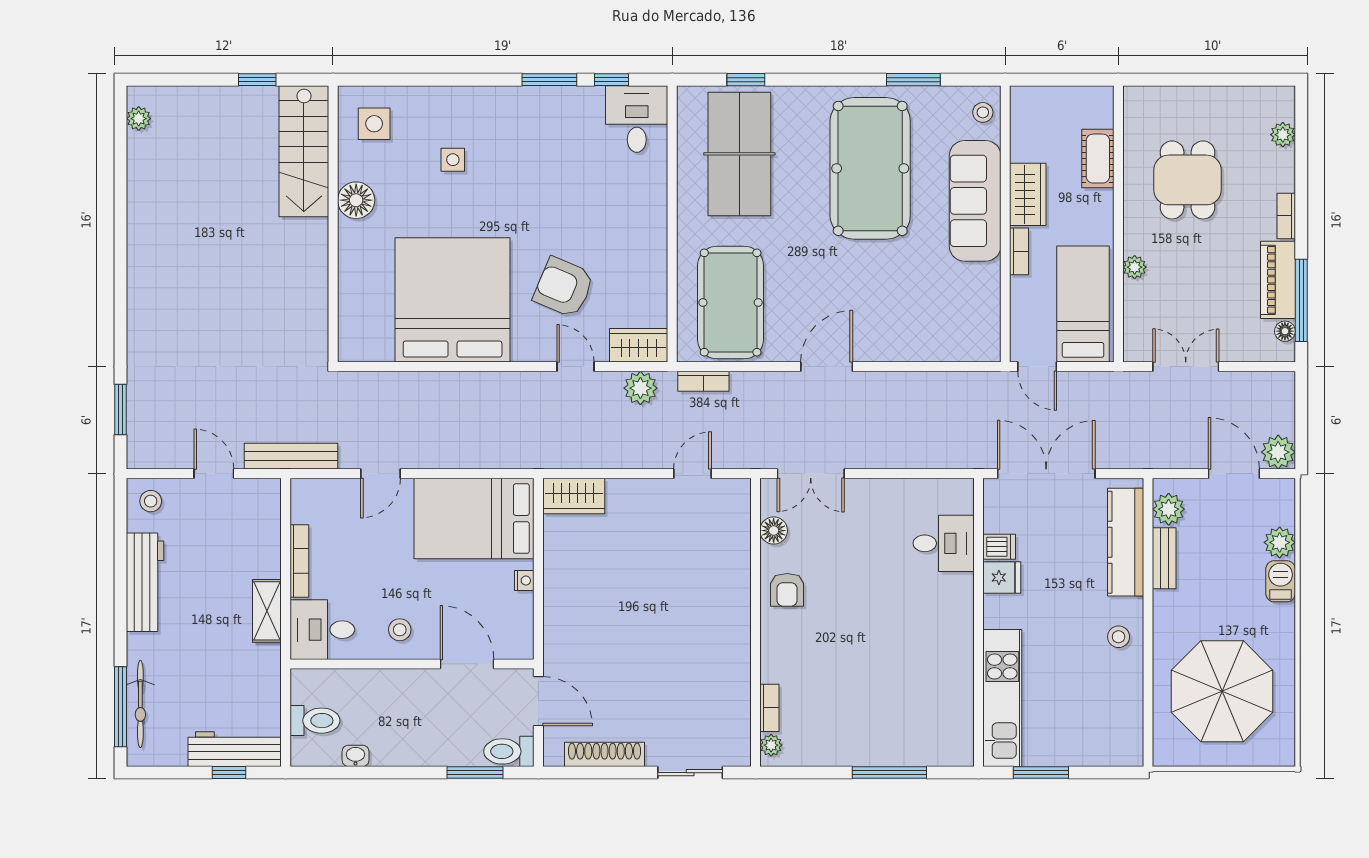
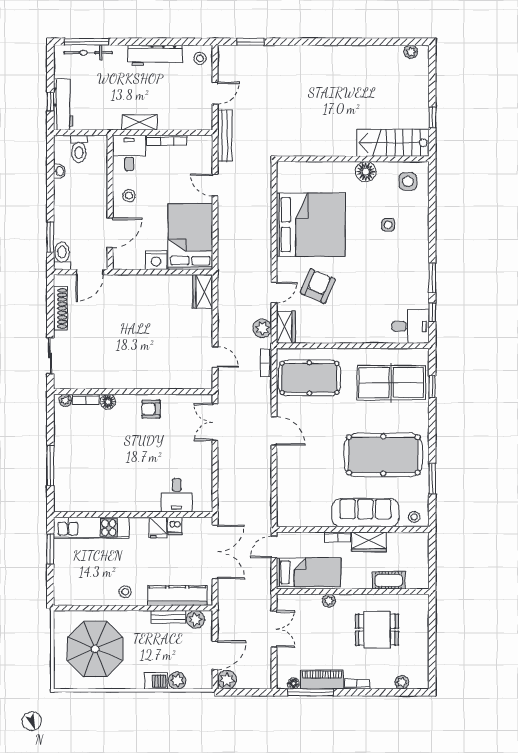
floor lamp: (774, 531) -> (108, 402), moved
nightstand: (524, 581) -> (156, 260), width x1.89, depth x1.79

